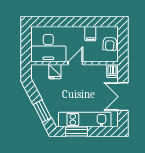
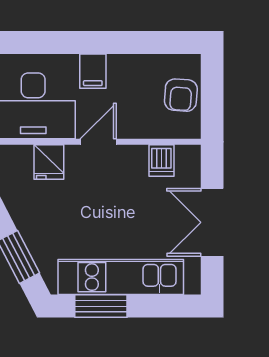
filing cabinet: (90, 34) -> (93, 71), moved
dishwasher: (112, 71) -> (161, 160), moved

